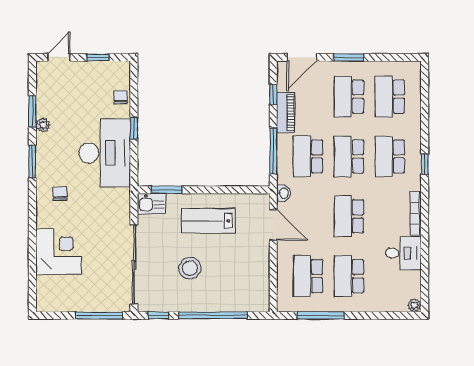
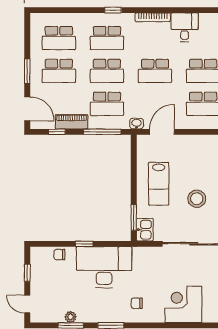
plant: (43, 125) -> (71, 317), moved

